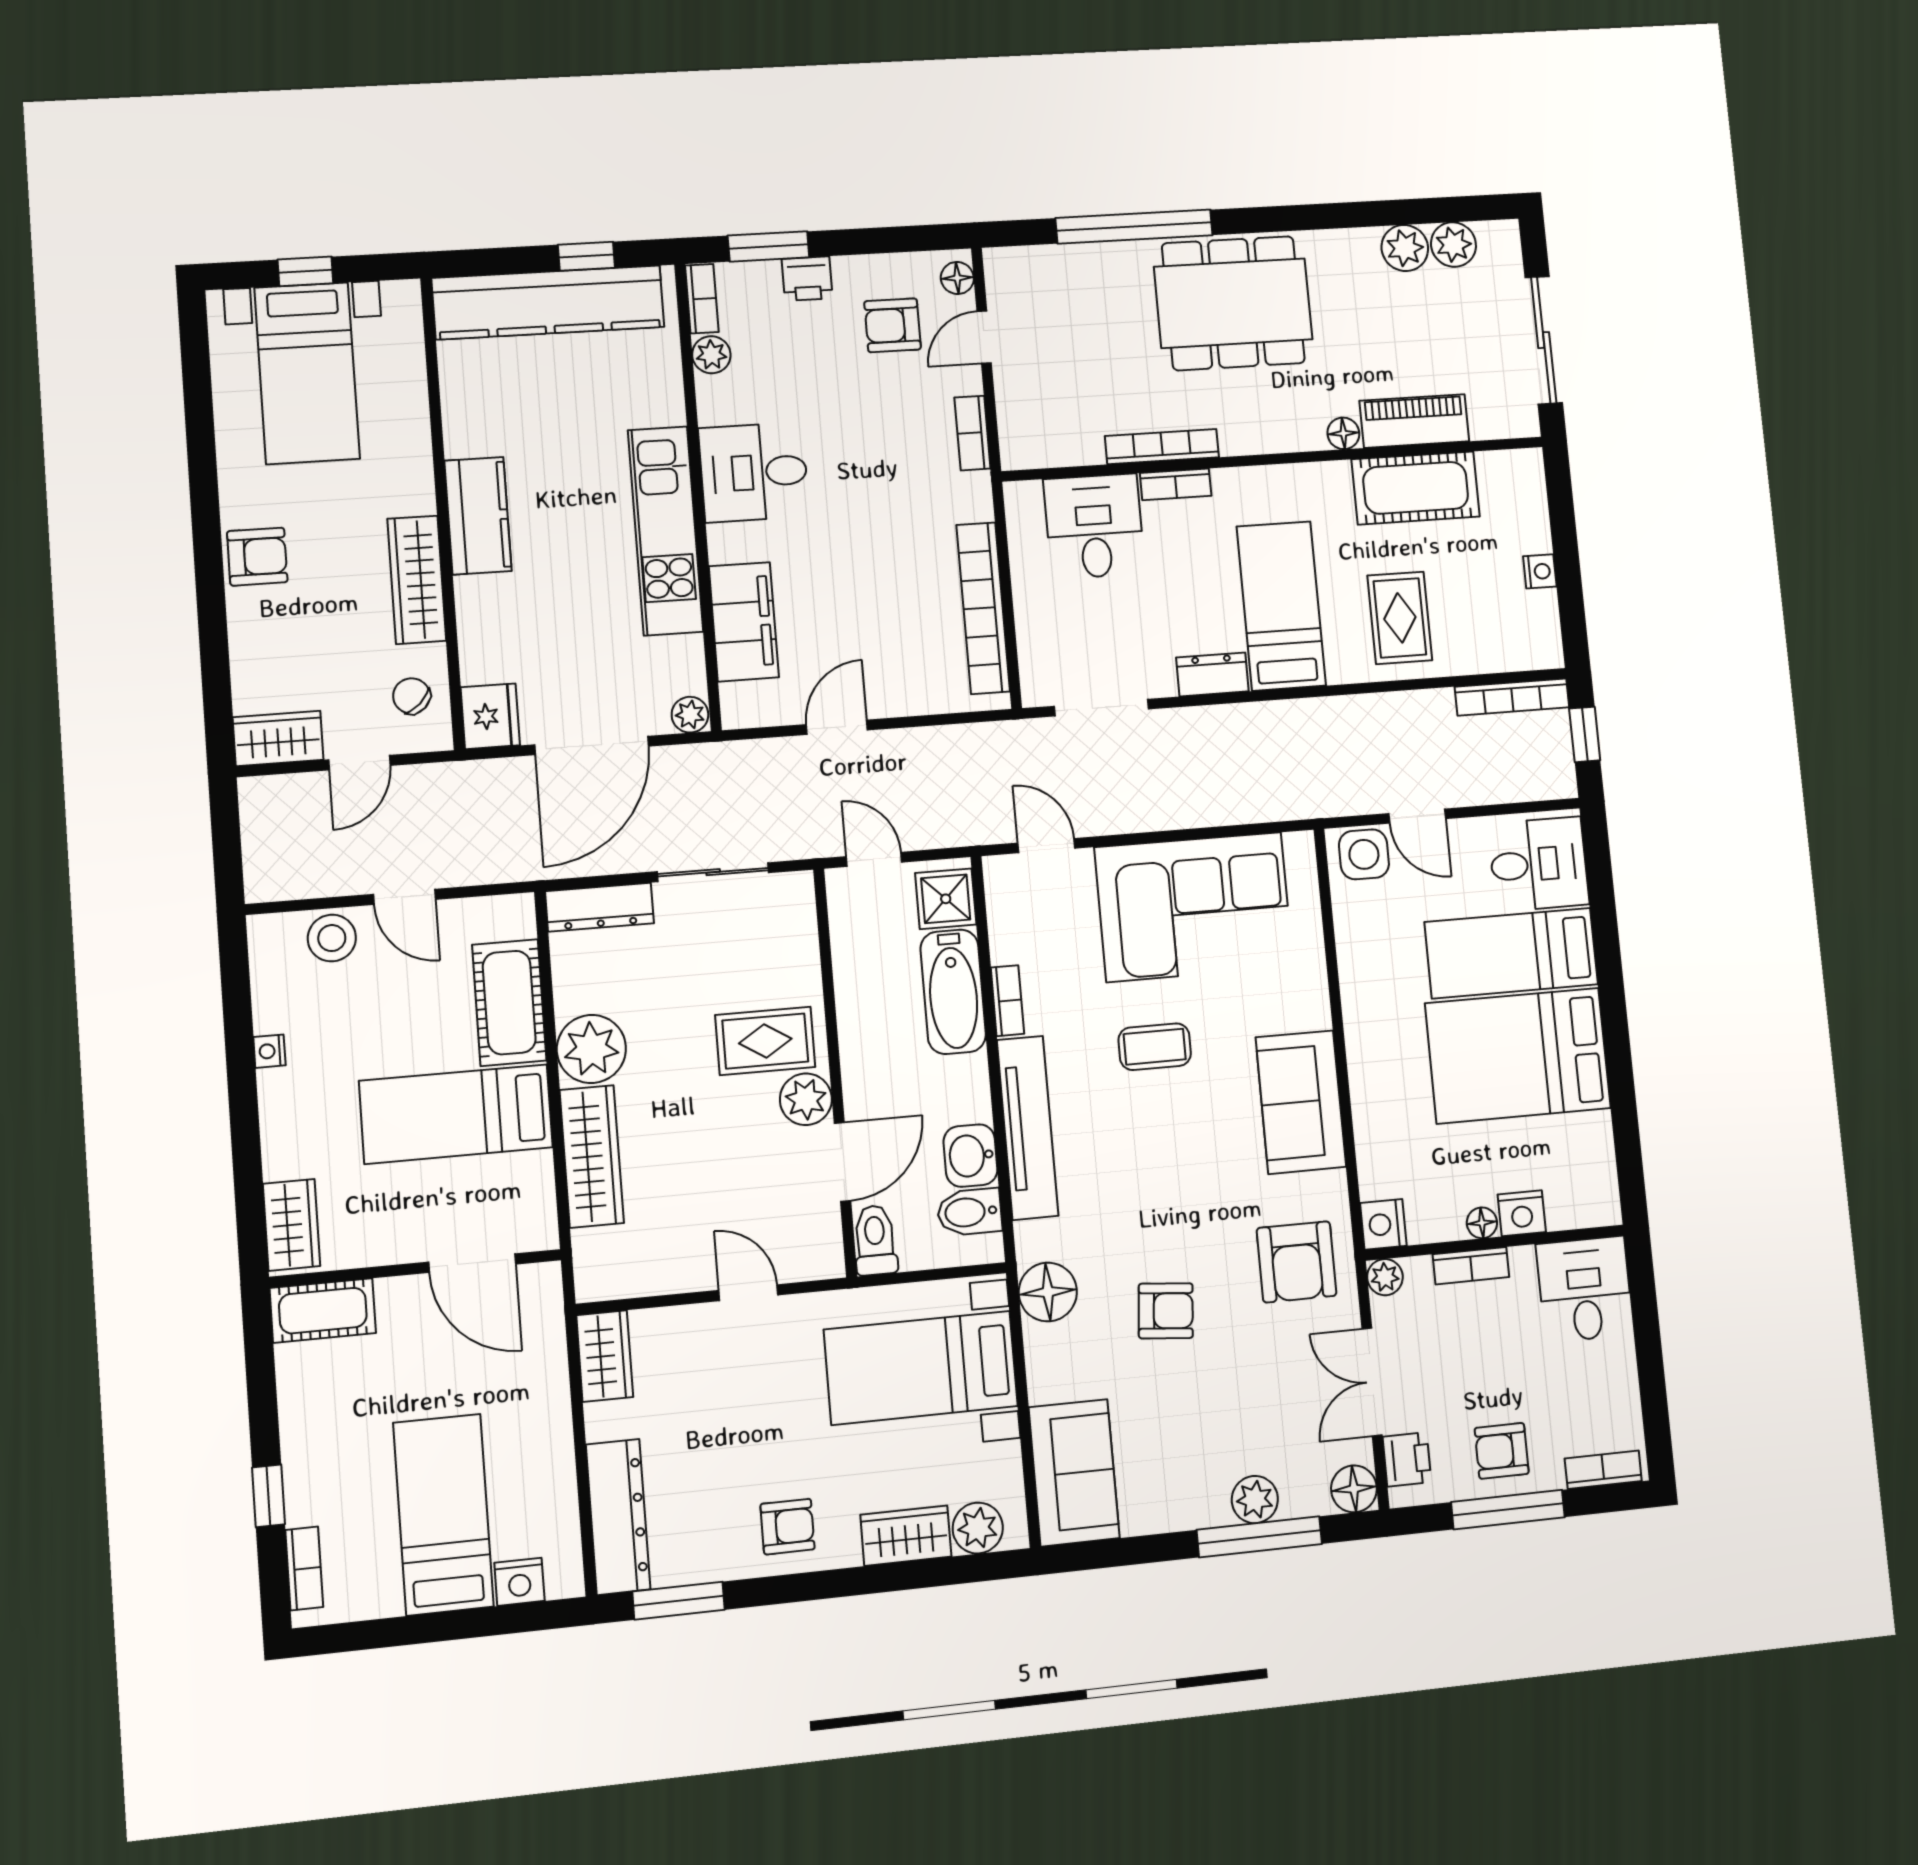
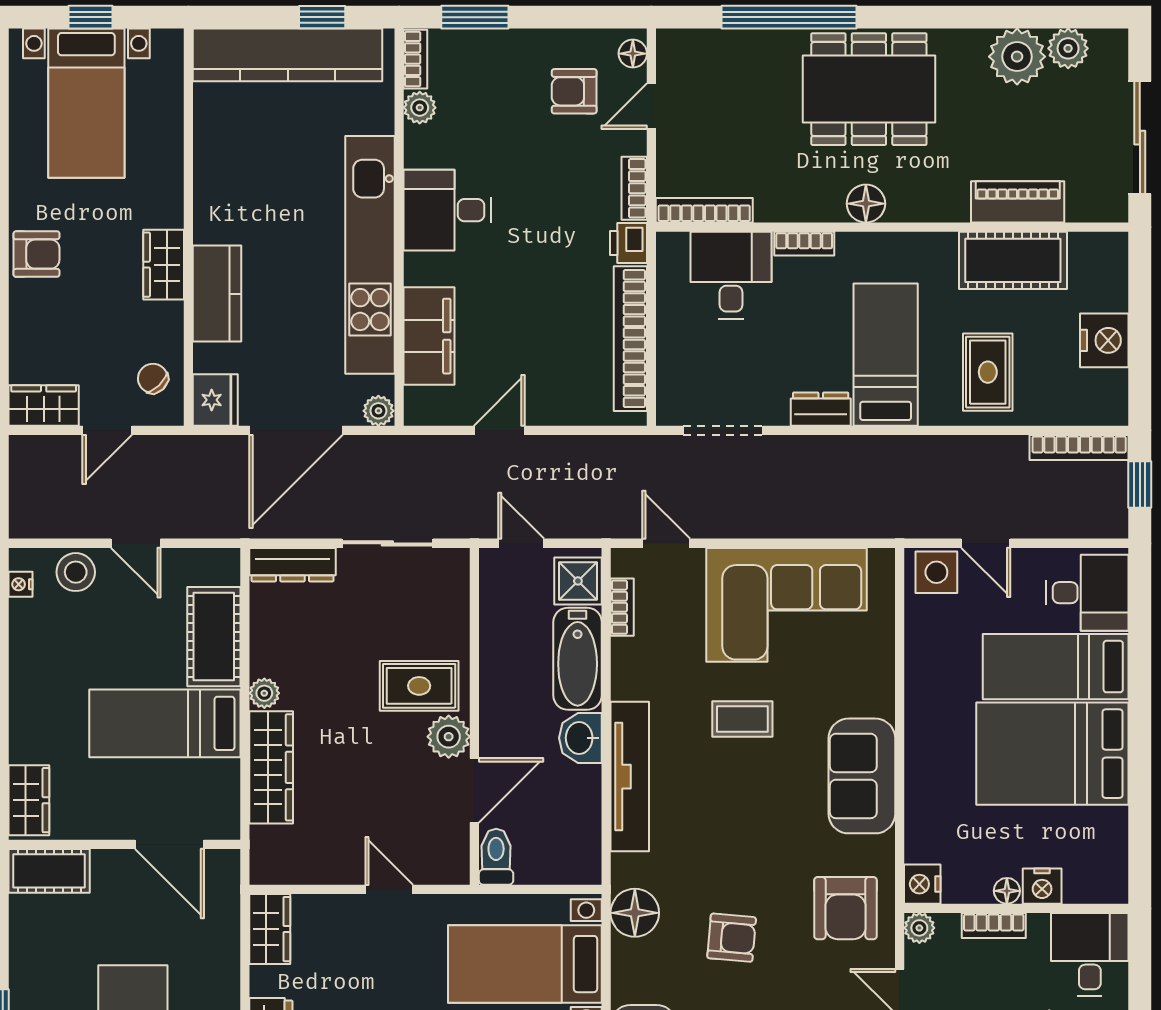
plant: (1405, 248) -> (1017, 57), width x1.36, depth x1.36
printer: (807, 279) -> (628, 243), moved, turned 90
floor lamp: (1343, 433) -> (866, 204), moved, width x1.37, depth x1.37
bookcase: (1162, 447) -> (704, 210), moved
kitchen counter: (478, 516) -> (217, 294), moved
kitchen unit: (665, 531) -> (370, 255), width x1.36
nightstand: (1540, 571) -> (1104, 340), width x1.89, depth x1.79
wardrobe: (417, 580) -> (164, 265), width x0.67
bookcase: (1007, 1001) -> (622, 607), moved
plant: (591, 1049) -> (264, 693), width x0.53, depth x0.53
nightstand: (269, 1051) -> (20, 584), moved
washbasin: (970, 1156) -> (580, 738), moved
bidet: (969, 1212) -> (576, 841), removed

